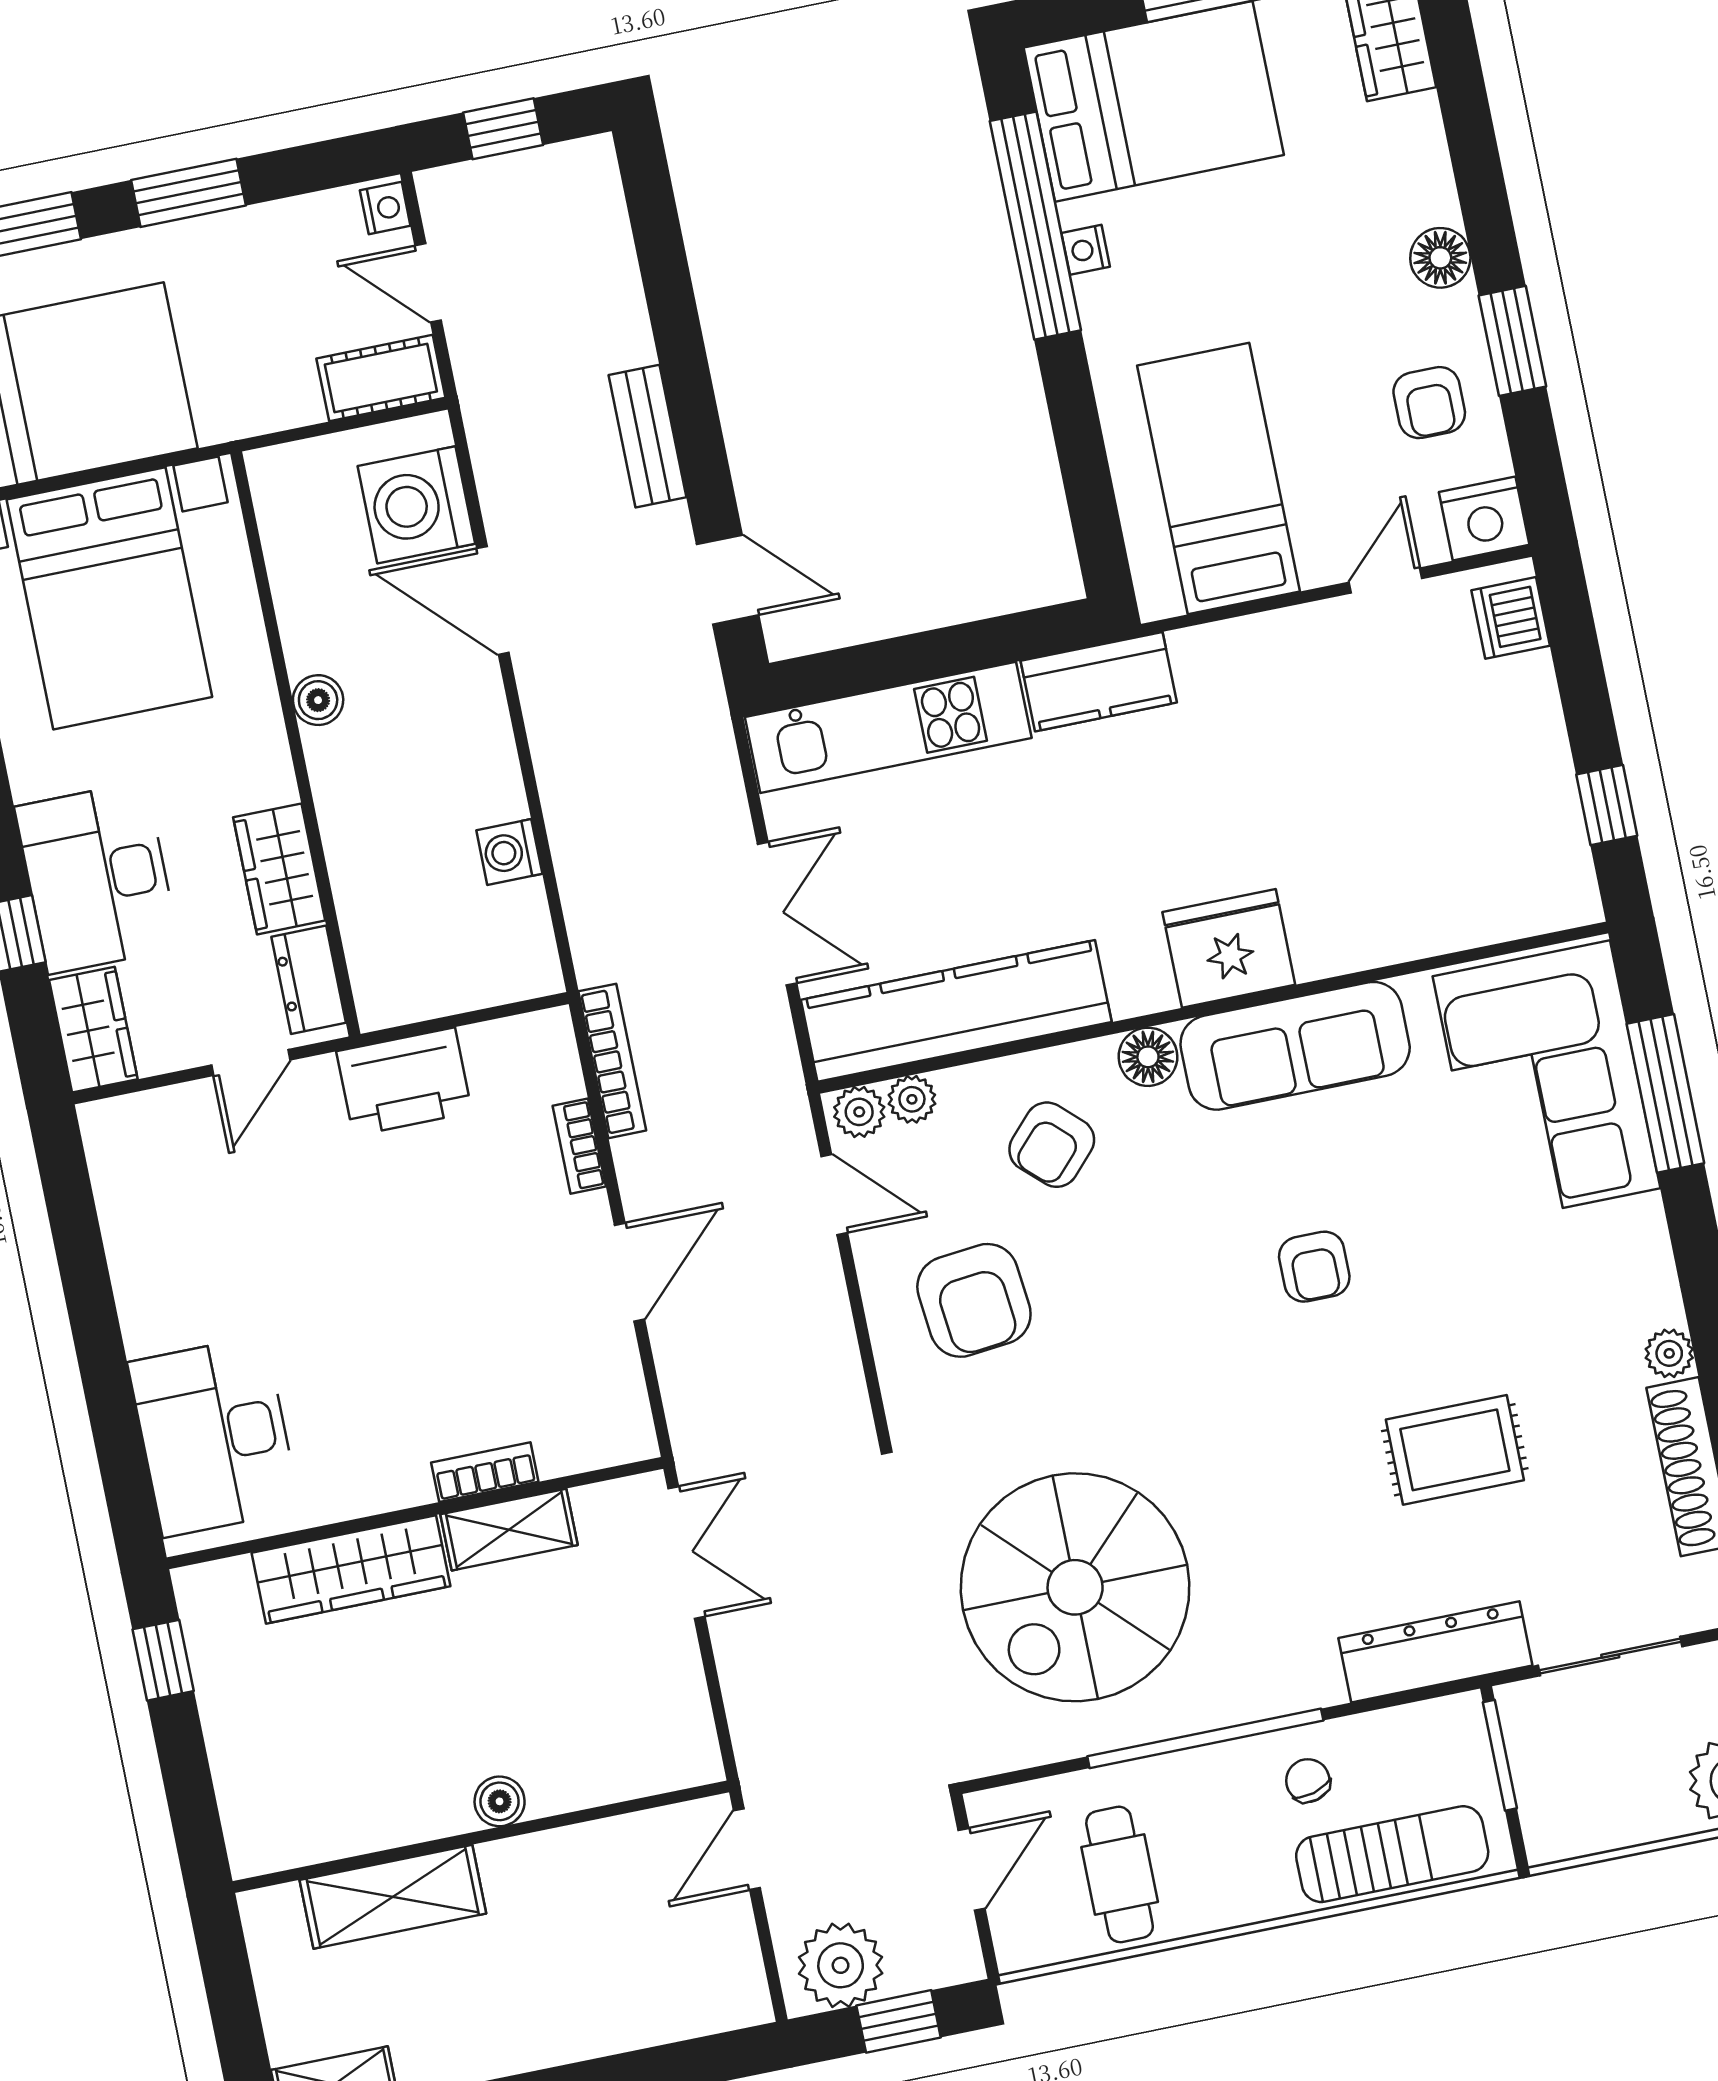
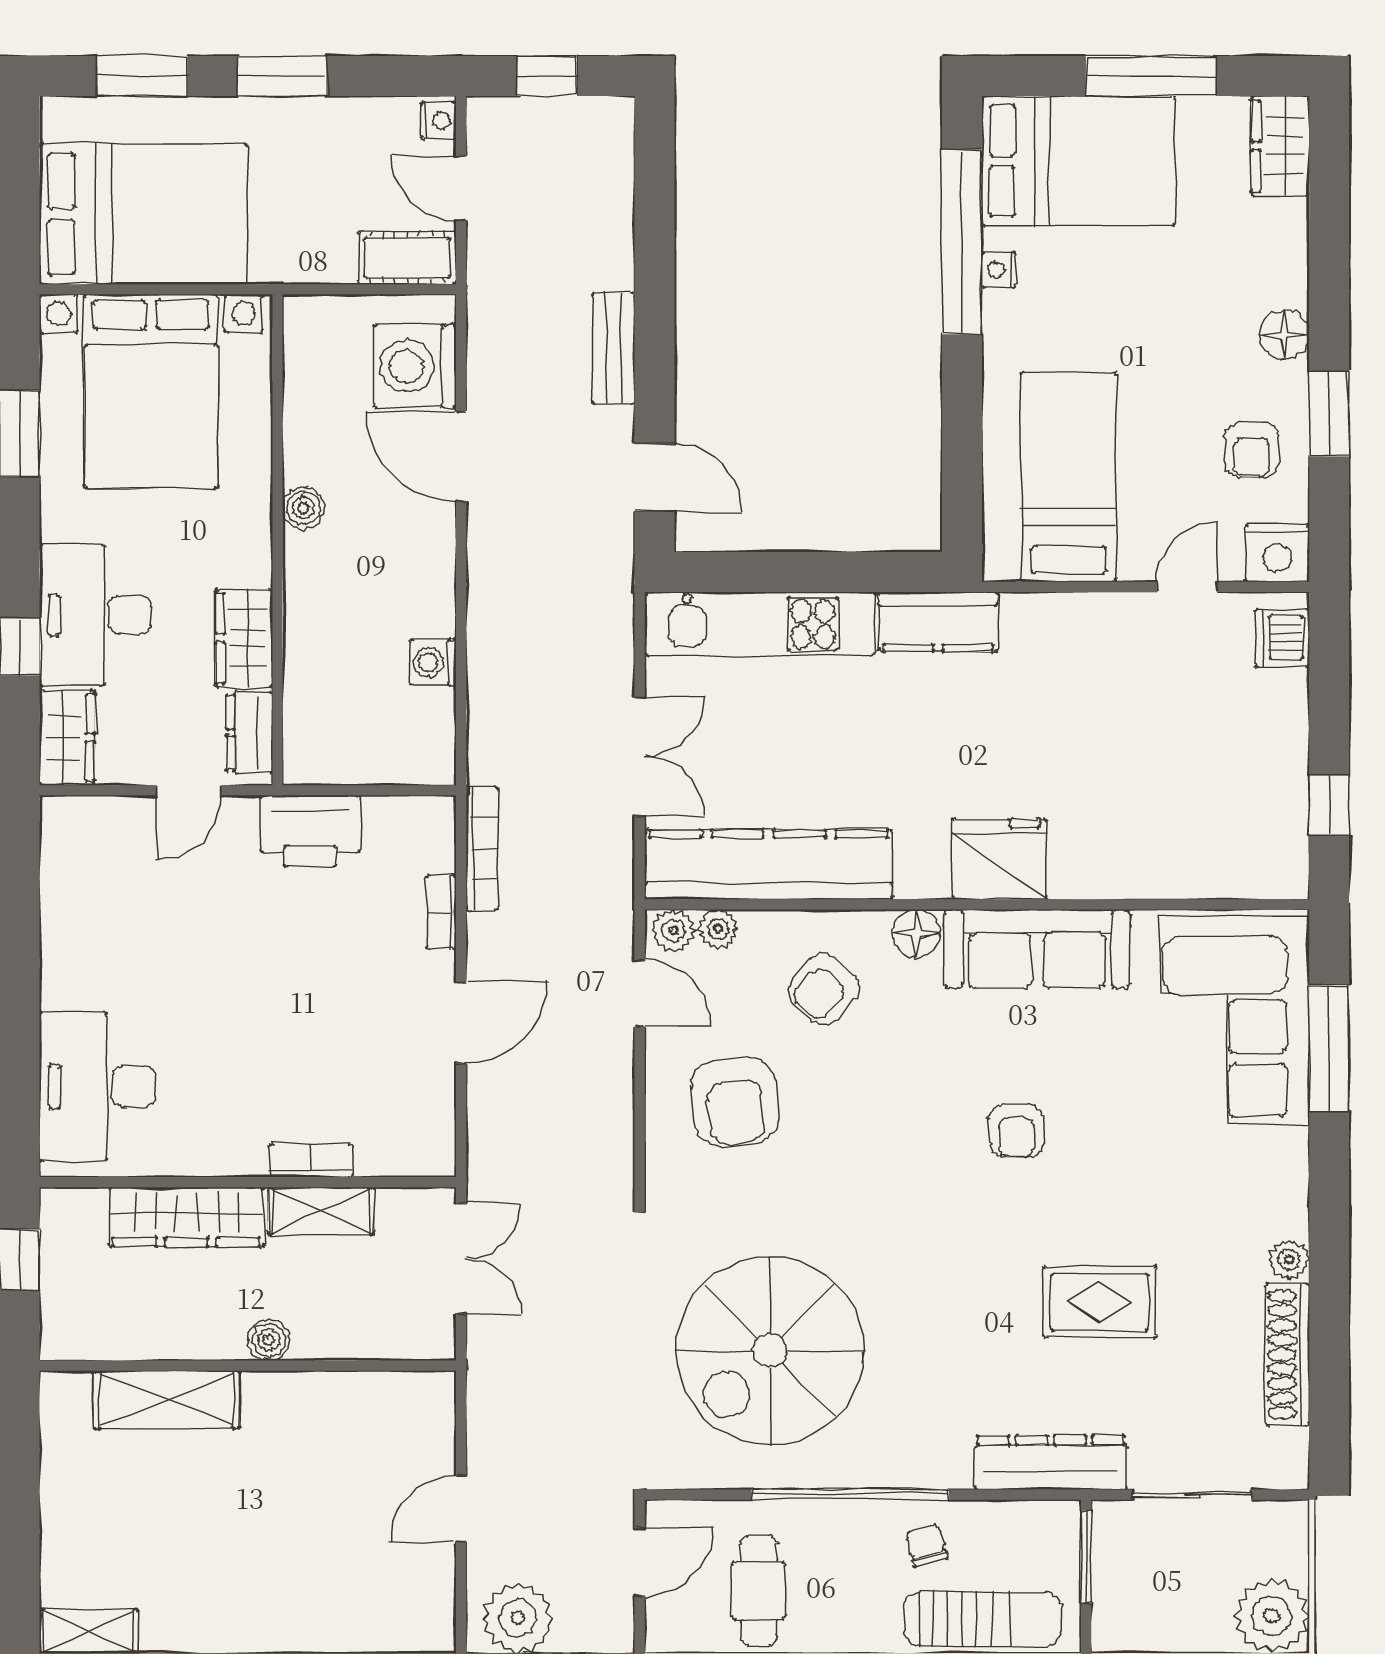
boiler: (500, 1801) -> (269, 1340), moved
wall: (481, 1837) -> (248, 1366), moved
shelving: (393, 1897) -> (167, 1400), moved

